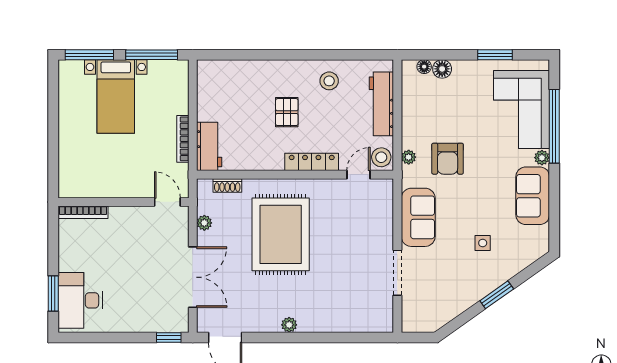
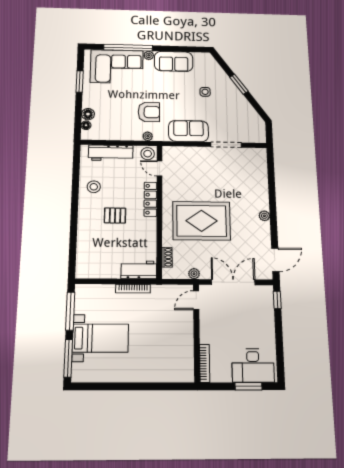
wall: (123, 202) -> (197, 333), moved
door: (167, 202) -> (196, 300), moved
bookcase: (83, 212) -> (205, 363), moved

